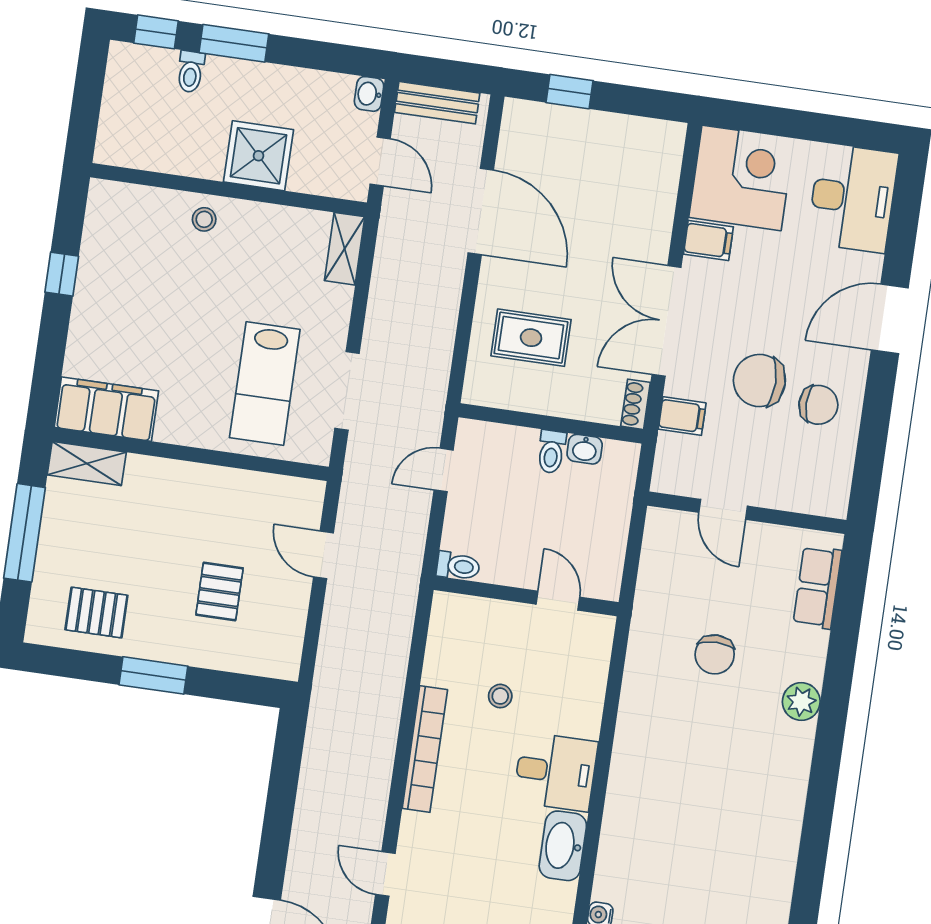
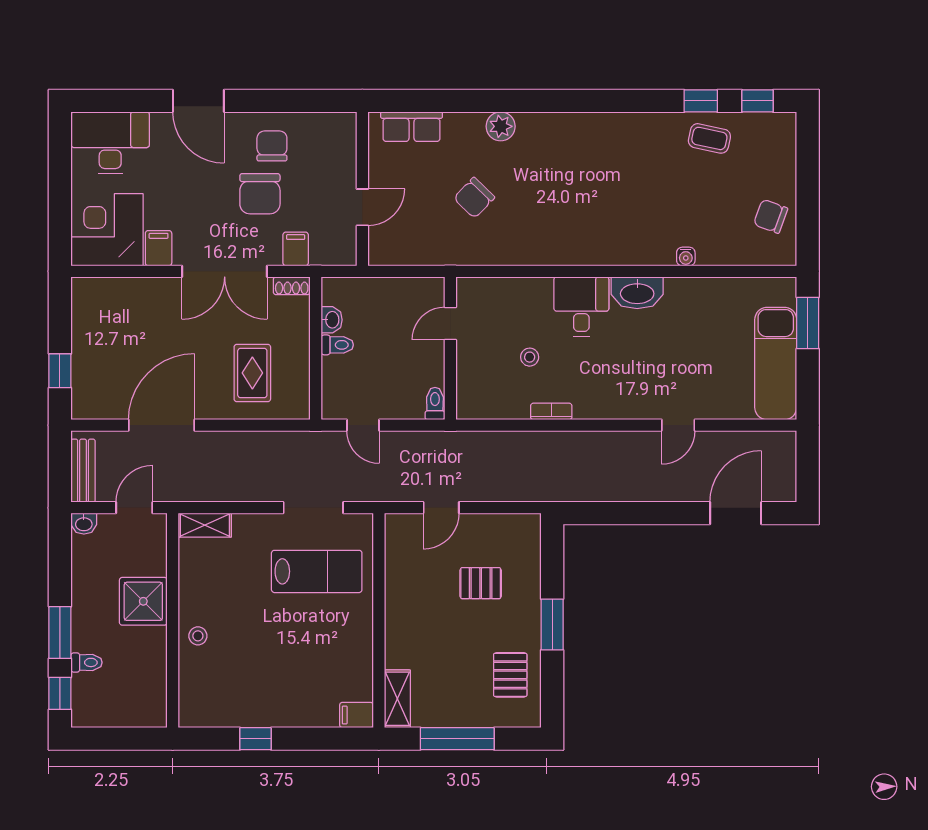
filing cabinet: (106, 409) -> (356, 715), width x0.33, depth x0.86
chair: (715, 654) -> (474, 198), turned 134
bookcase: (425, 749) -> (551, 411), width x0.43, depth x0.76

